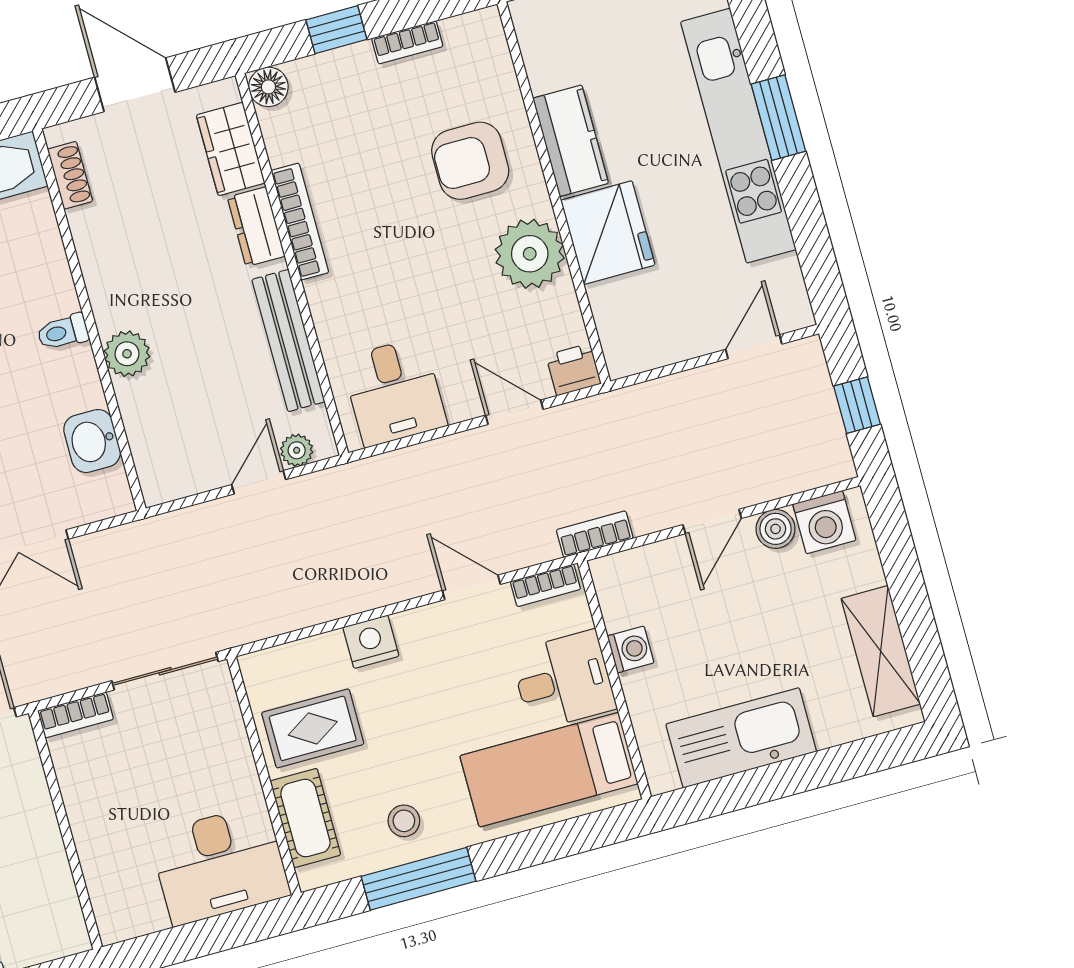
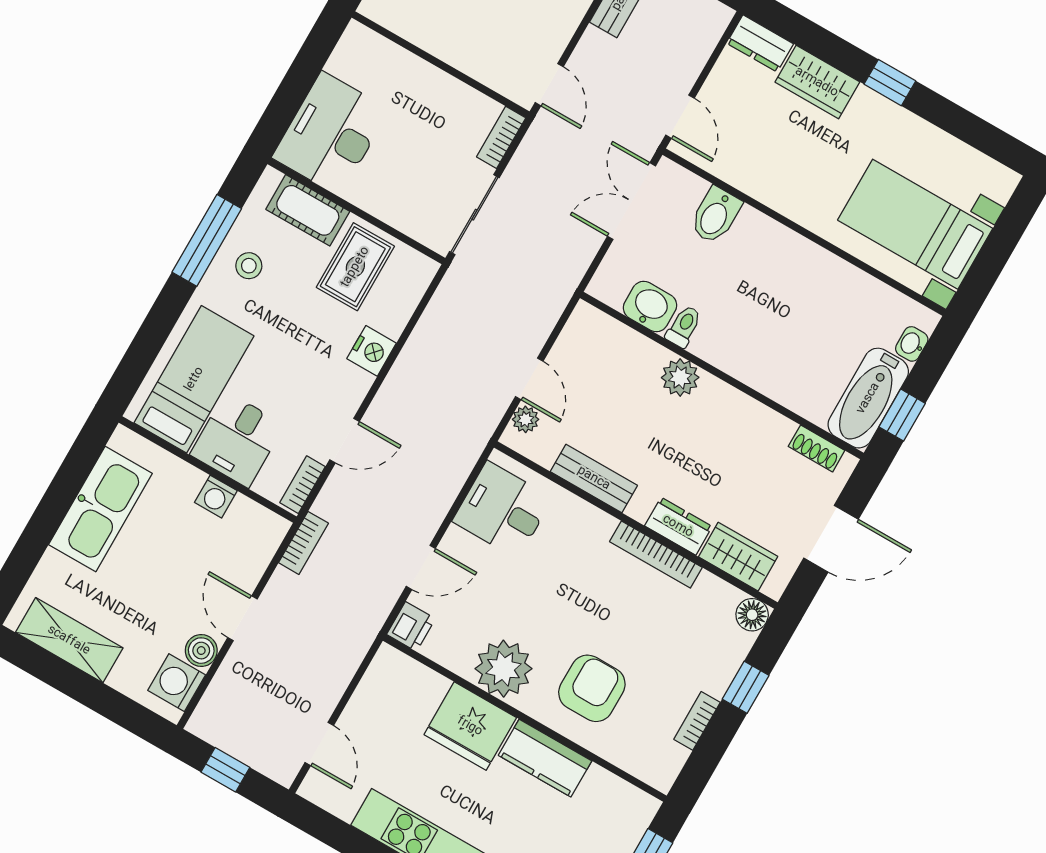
toilet: (63, 332) -> (684, 326), moved
bench: (288, 341) -> (594, 478), width x0.73

